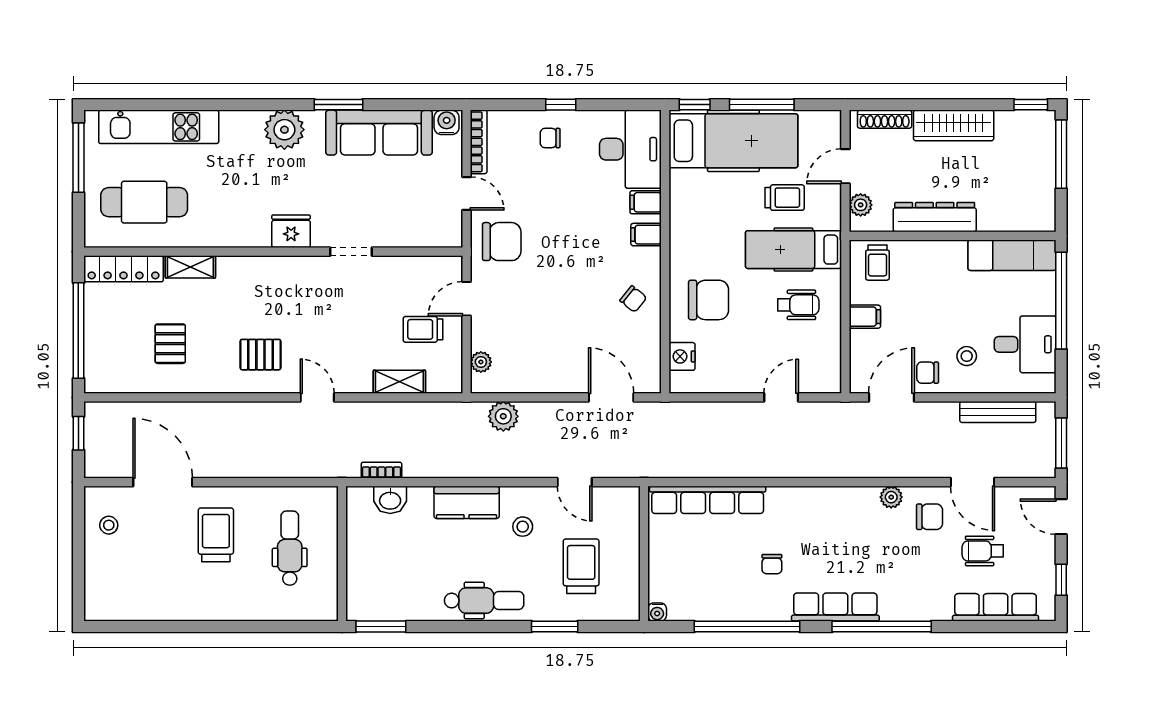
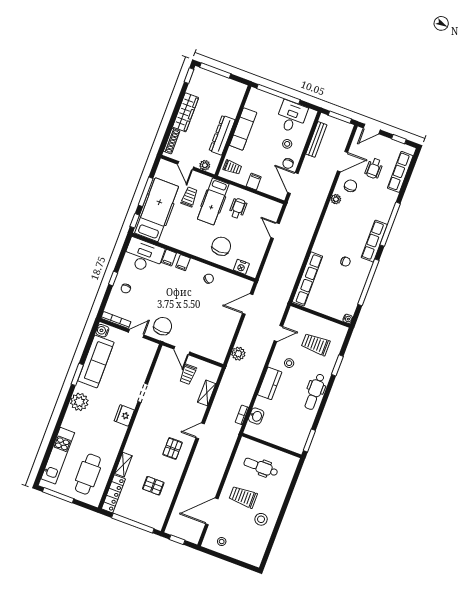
exam couch: (1012, 255) -> (243, 129), moved
plant: (481, 362) -> (211, 355), removed
stool: (184, 588) -> (261, 519), added
dental chair: (484, 601) -> (315, 392), turned 180

